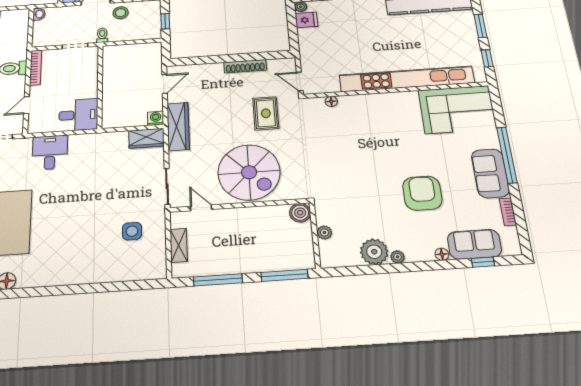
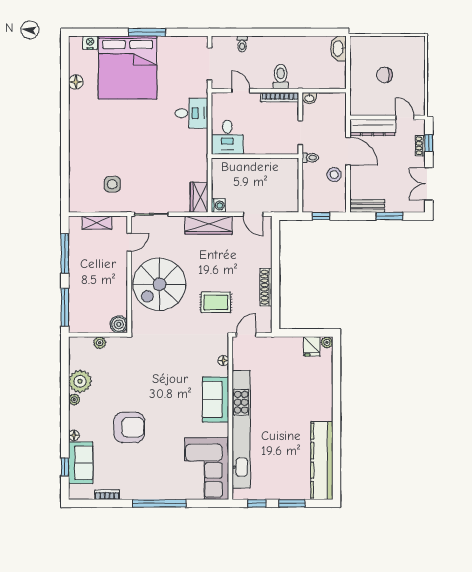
washbasin: (39, 14) -> (309, 98), moved
sofa: (490, 173) -> (216, 400), moved, turned -90

